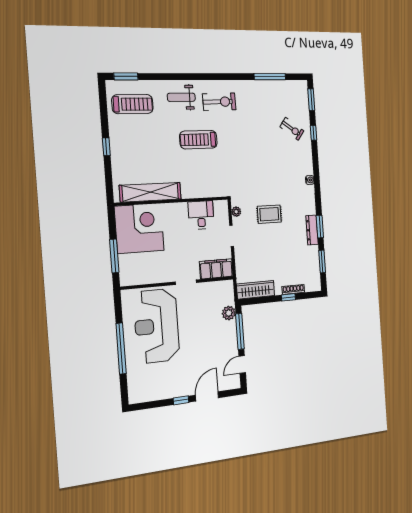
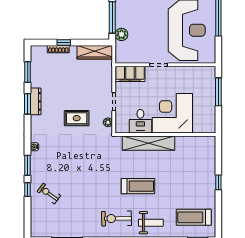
window: (311, 100) -> (28, 165), moved
shelving: (150, 192) -> (149, 143), moved
corner desk: (139, 228) -> (172, 113), moved, turned 90

